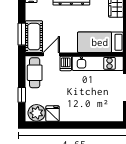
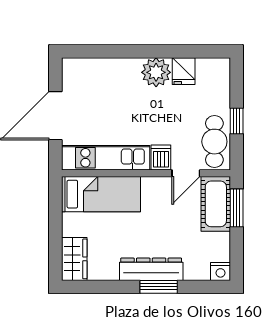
window: (22, 95) -> (237, 121), moved
plant: (37, 113) -> (156, 72), moved

